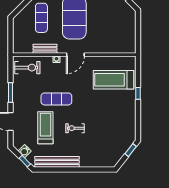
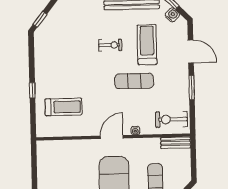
bench: (45, 49) -> (176, 143), moved
treadmill: (114, 80) -> (63, 107), width x0.73, depth x0.73
treadmill: (45, 128) -> (147, 45), turned 180

